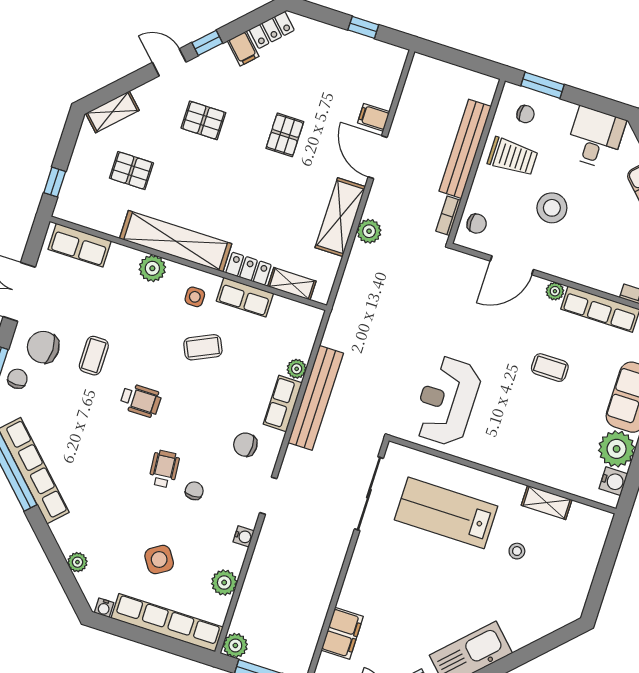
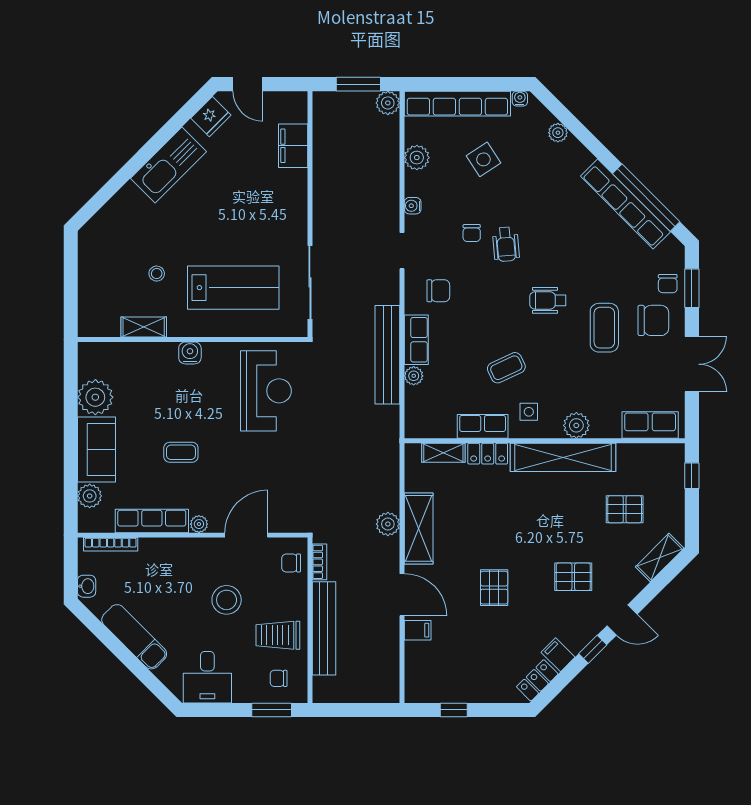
coffee table: (94, 356) -> (604, 328), width x1.36, depth x1.30
water cooler: (613, 481) -> (190, 353), moved, turned 90

